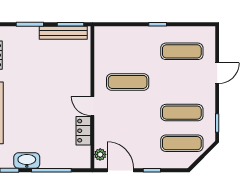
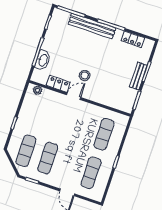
bench: (63, 33) -> (138, 76), moved, width x0.73
exercise mat: (128, 82) -> (104, 134), moved
stool: (61, 101) -> (85, 75), added
washbasin: (27, 161) -> (43, 60), moved
door: (120, 170) -> (21, 101), removed

